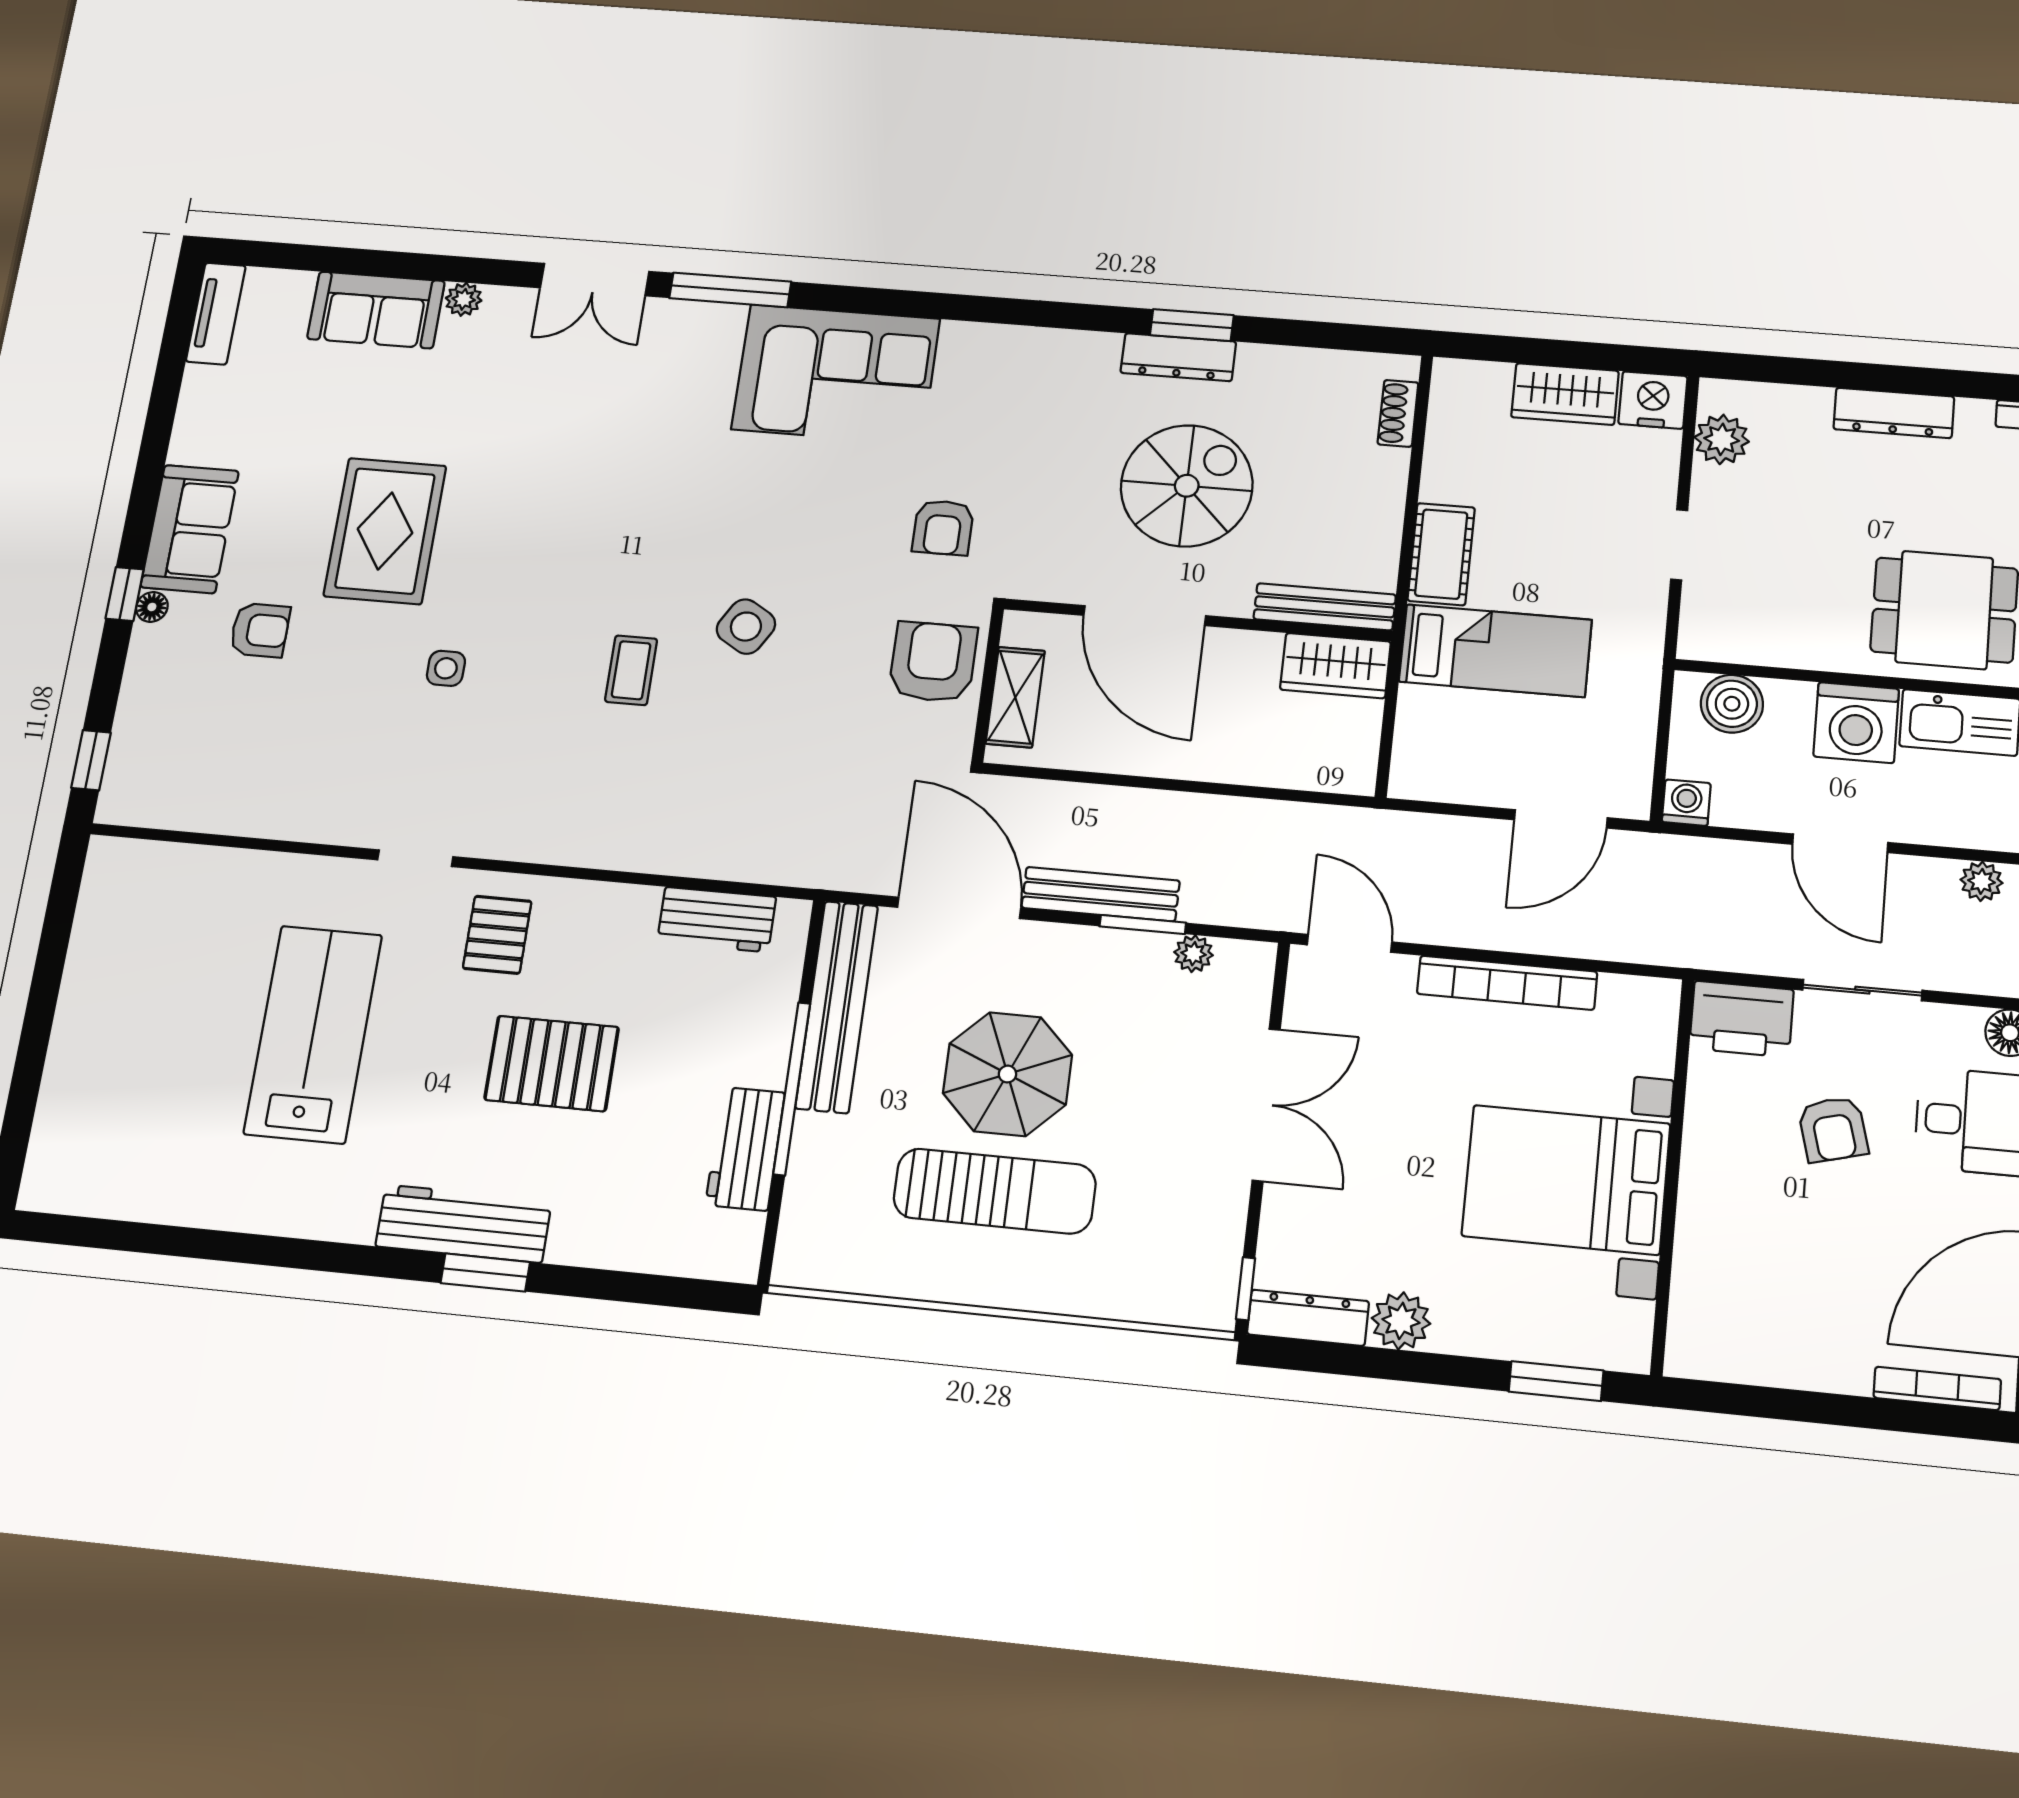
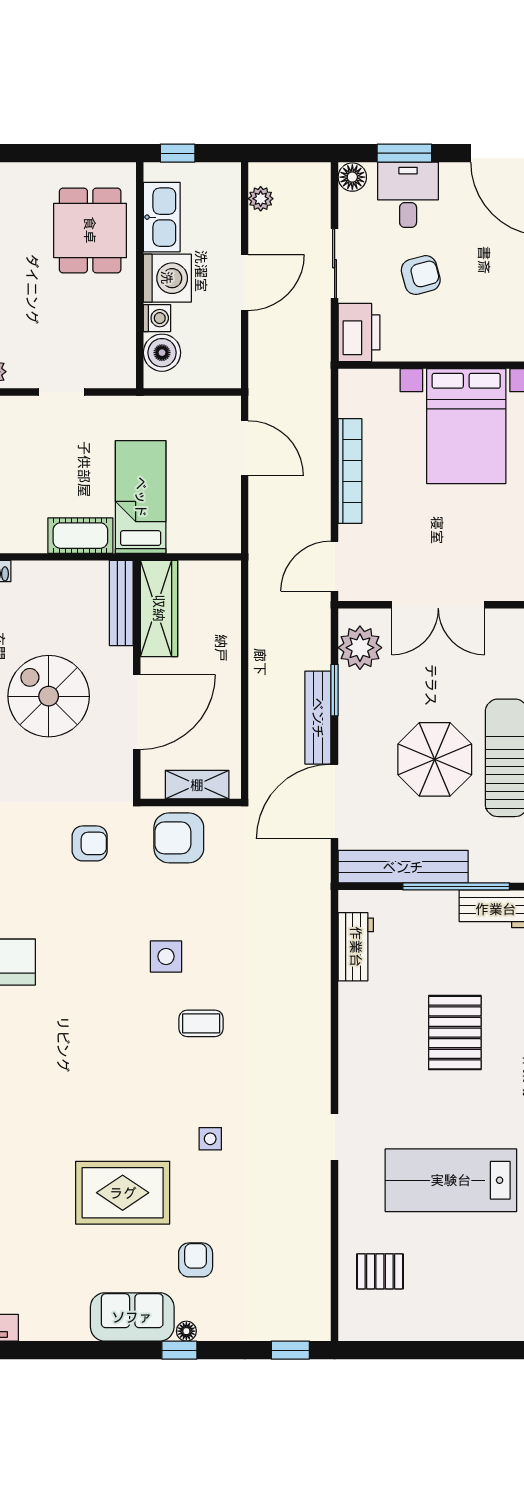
side table: (746, 627) -> (166, 956), turned -31
wardrobe: (1335, 666) -> (159, 608), width x1.50
washing machine: (1686, 803) -> (157, 318), moved, turned 180
pallet: (497, 935) -> (380, 1271), moved
plant: (1193, 954) -> (360, 648), width x1.87, depth x1.87
double door: (1266, 1105) -> (438, 605), swing flipped

